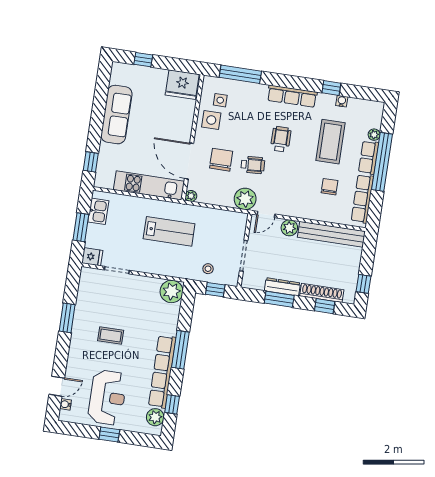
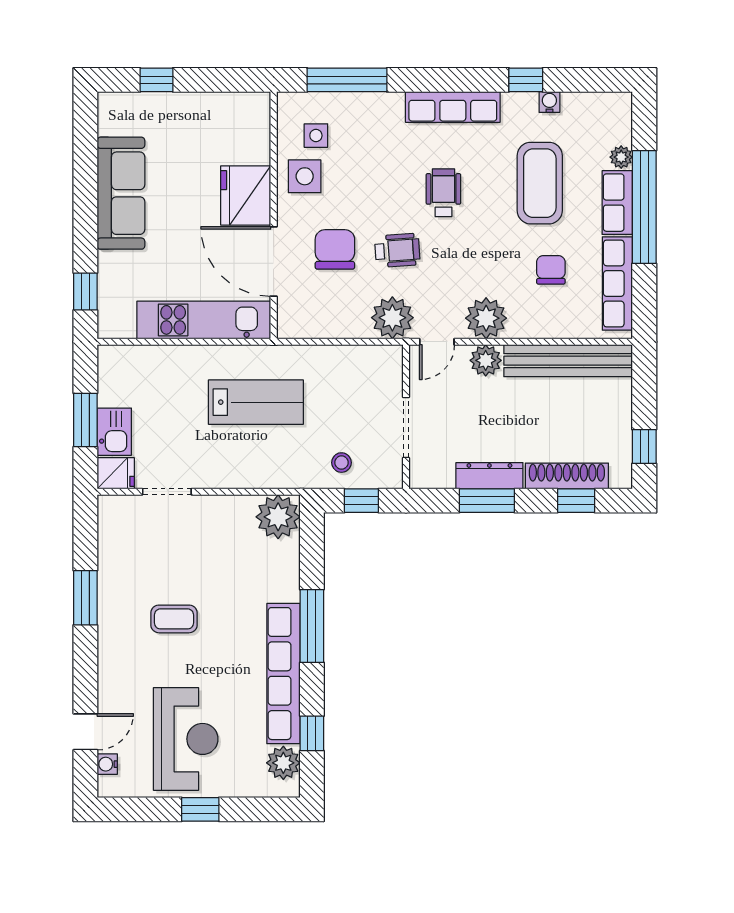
fridge: (182, 85) -> (246, 196), moved, turned 90
plant: (191, 196) -> (486, 318), moved, width x1.88, depth x1.88
kitchen sink: (98, 211) -> (114, 432), moved

